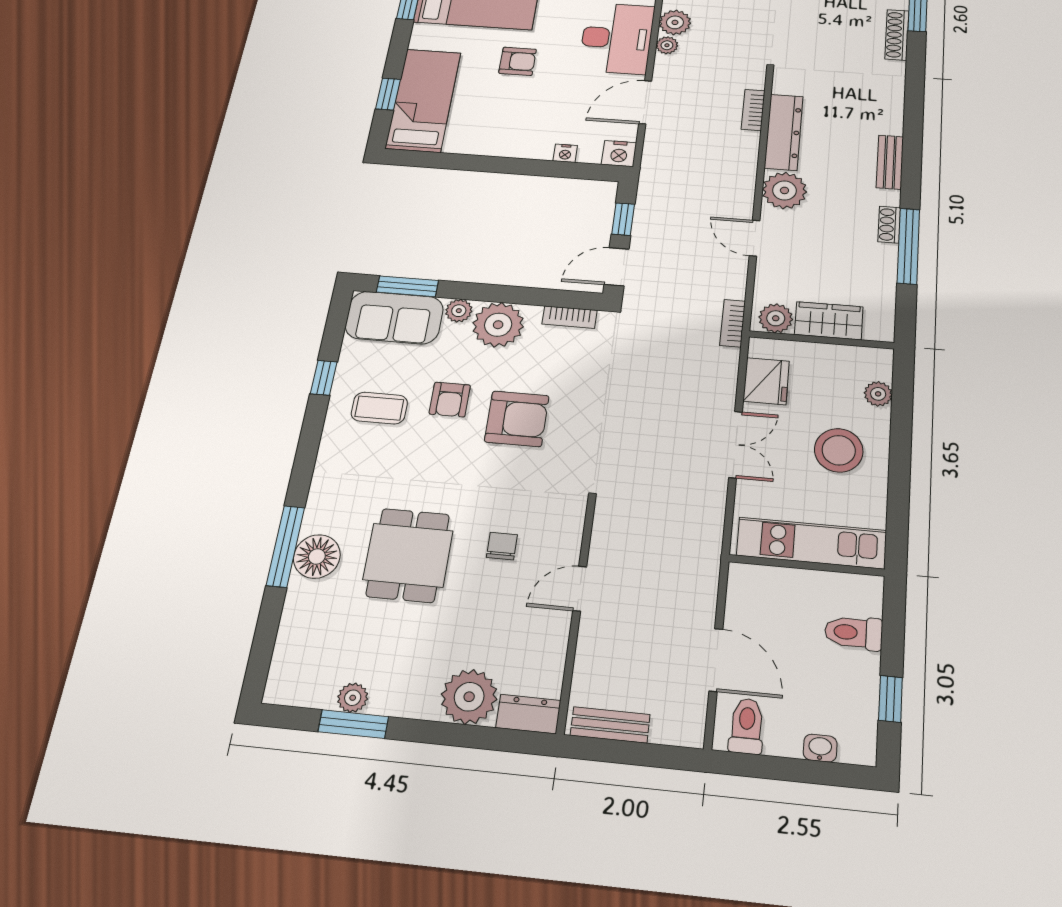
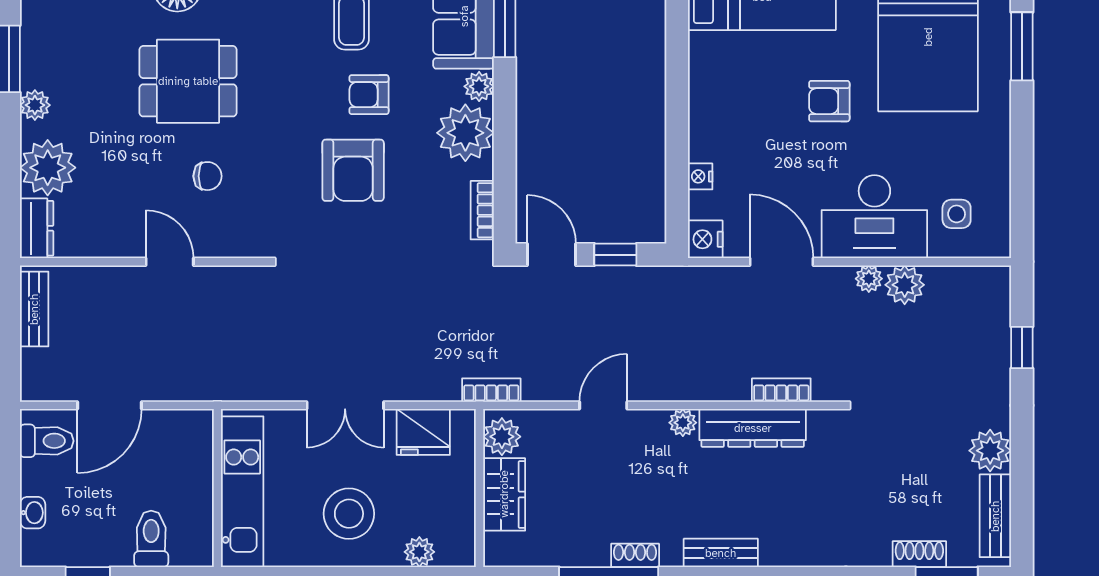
shoe rack: (897, 35) -> (919, 554), width x0.70
armchair: (518, 61) -> (829, 101), turned 90
plant: (784, 190) -> (683, 423), width x0.53, depth x0.53
plant: (353, 698) -> (35, 105), moved

